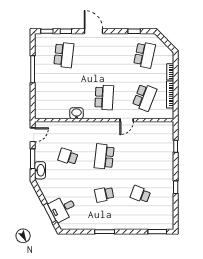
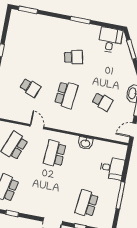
desk: (46, 94) -> (112, 168), added
door: (127, 120) -> (37, 127), hinge flipped
school desk: (140, 194) -> (30, 88), moved
desk: (63, 208) -> (110, 40), moved, turned -62

